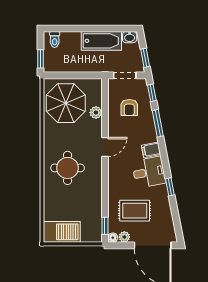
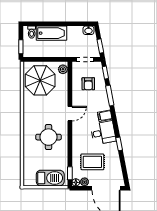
bathtub: (101, 41) -> (51, 33), moved
plant: (96, 113) -> (63, 69), moved
round table: (68, 168) -> (48, 137), moved
barbecue: (62, 232) -> (50, 178), moved

